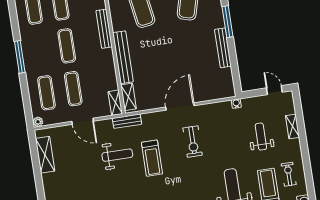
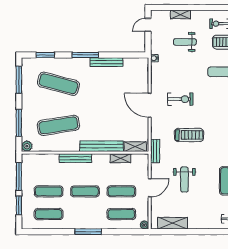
shelving: (115, 103) -> (121, 158), moved
weight bench: (117, 155) -> (184, 179), moved, turned 180

